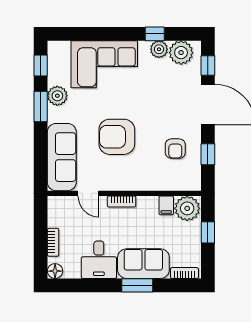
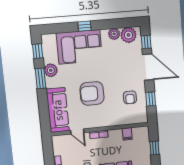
window: (155, 34) -> (84, 26), moved
plant: (187, 208) -> (141, 134), removed

